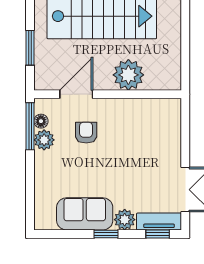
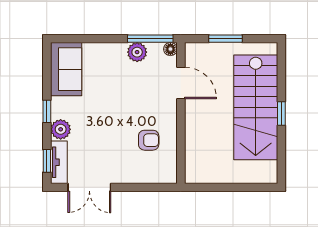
plant: (128, 75) -> (199, 133), removed
floor lamp: (41, 121) -> (170, 49), moved
armchair: (86, 133) -> (149, 140), moved
sofa: (85, 214) -> (66, 69), moved

